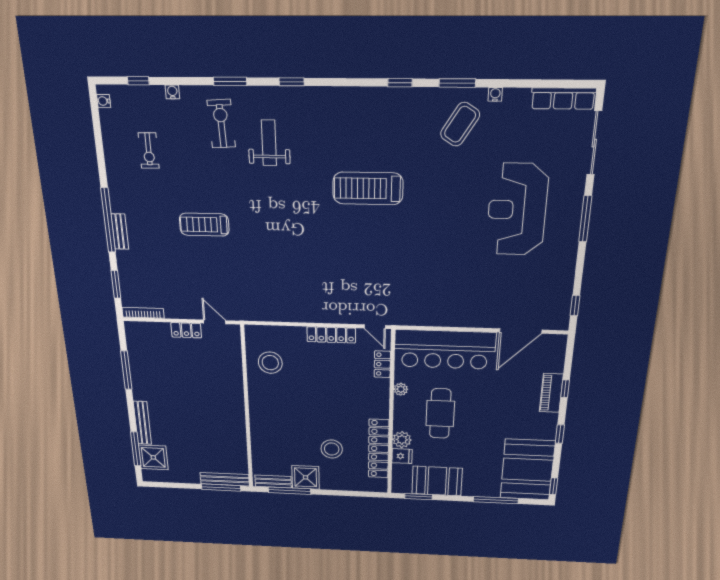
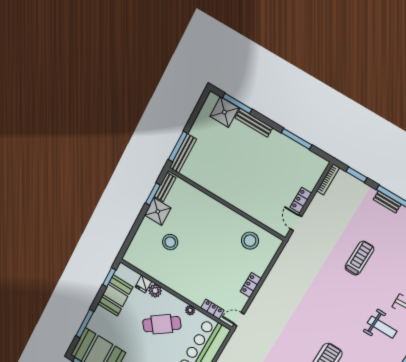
door: (215, 322) -> (296, 223), swing flipped
locker: (331, 335) -> (251, 285), width x0.66
cafe table: (440, 414) -> (162, 324), turned -37
locker: (379, 449) -> (156, 272), removed
window: (289, 491) -> (153, 194), width x0.69

